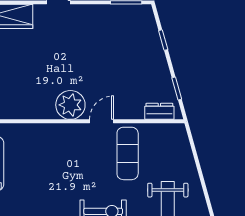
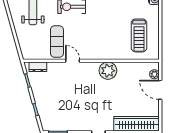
plant: (70, 105) -> (108, 71), moved
door: (101, 121) -> (73, 61), swing flipped

